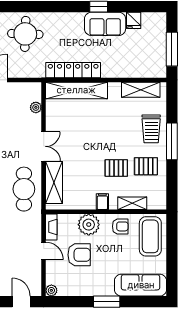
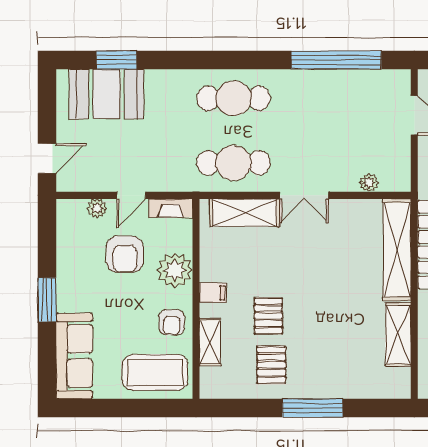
shelving: (141, 90) -> (398, 335), moved
trolley: (151, 129) -> (333, 374), removed
plant: (51, 290) -> (97, 208), moved

